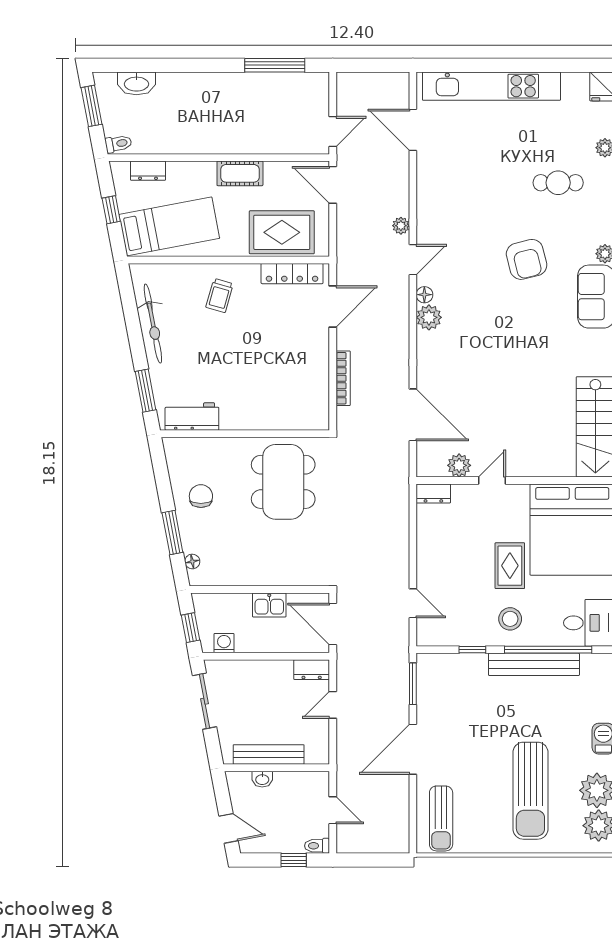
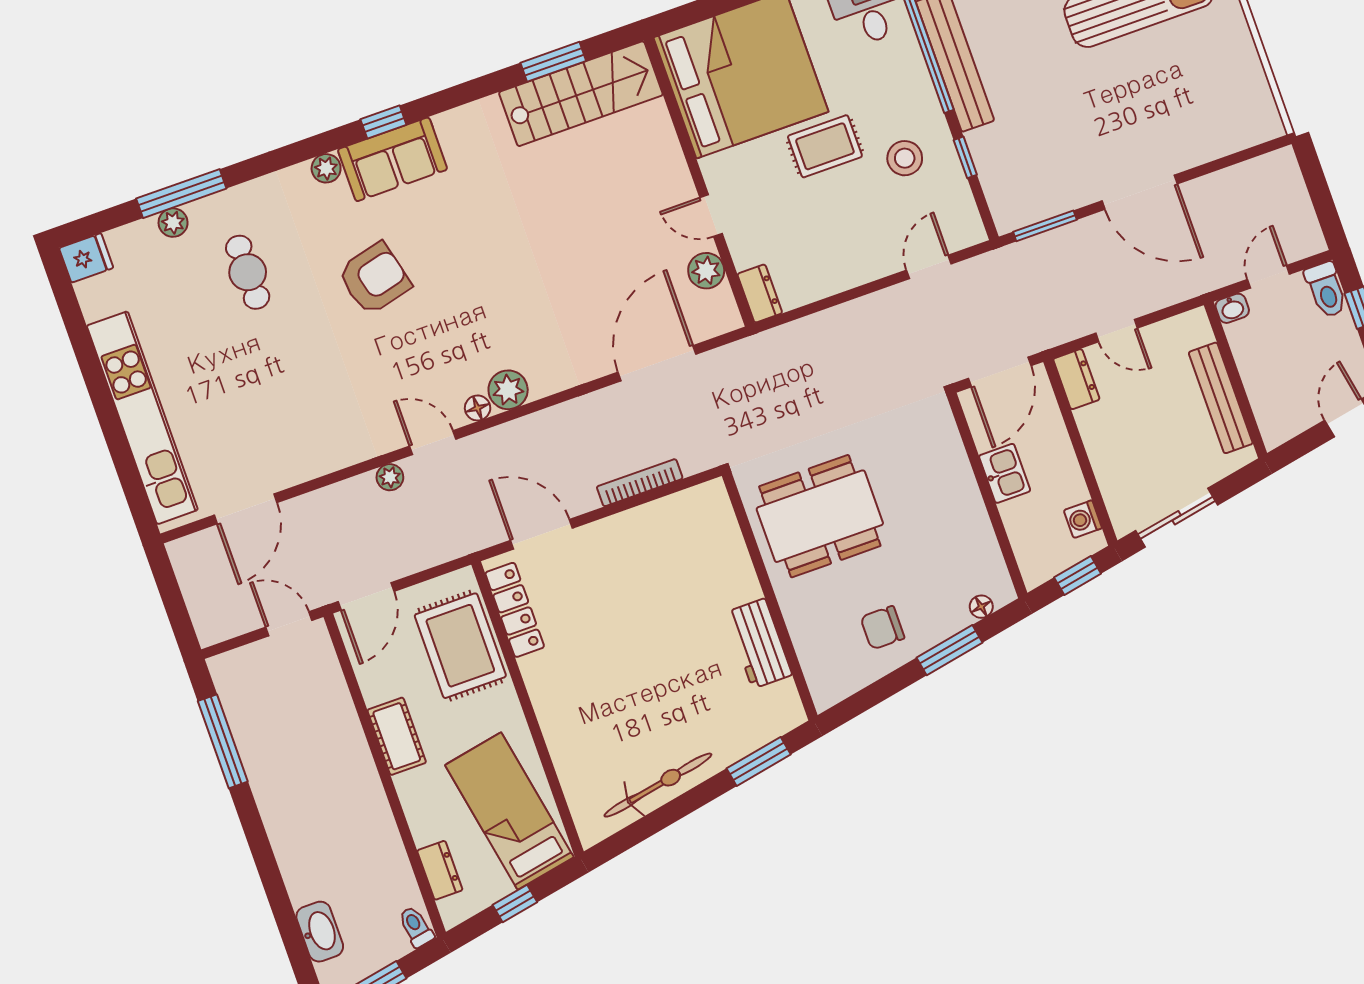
trolley: (220, 296) -> (583, 703), removed
workbench: (192, 417) -> (759, 644), moved
stool: (510, 619) -> (905, 158), moved
washbasin: (262, 779) -> (1232, 308), moved, turned 90
sun lounger: (441, 818) -> (1225, 116), removed
toilet: (317, 846) -> (1326, 290), width x1.37, depth x1.39

